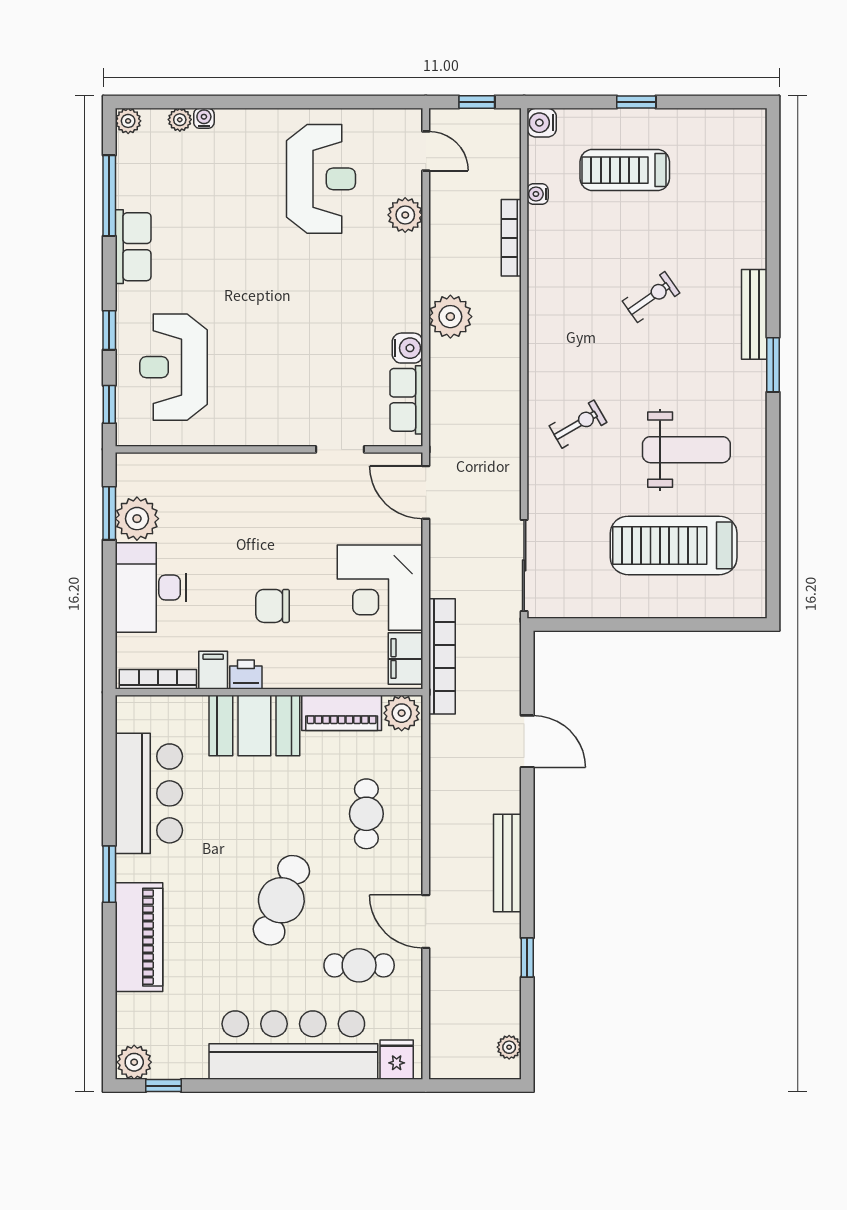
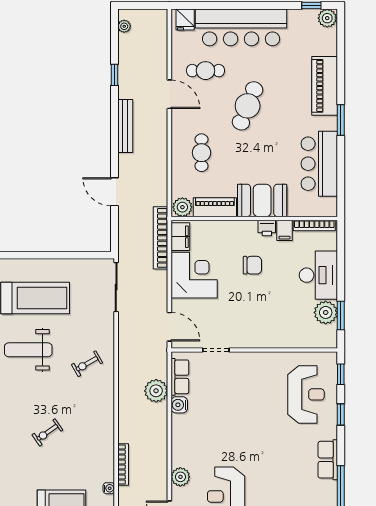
plant: (450, 317) -> (156, 391), moved

